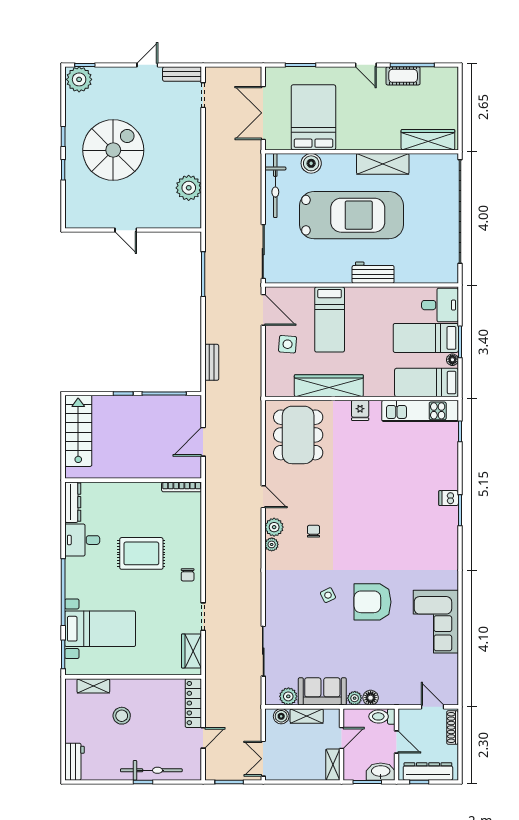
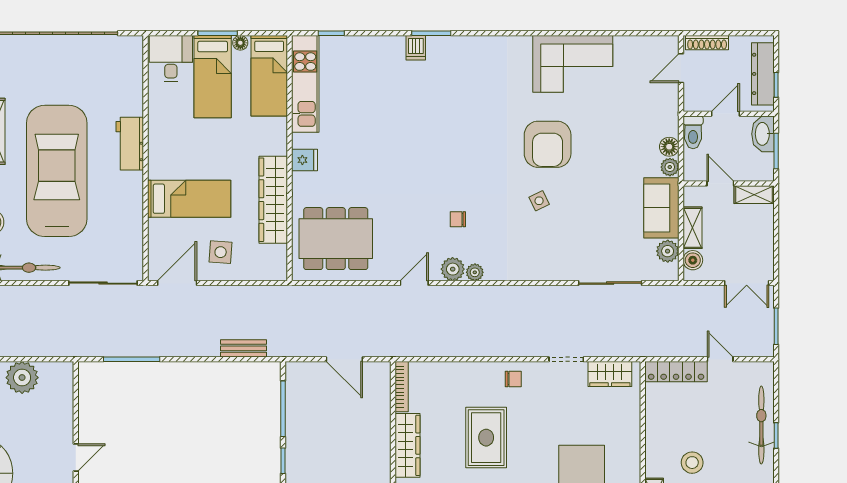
wardrobe: (135, 492) -> (408, 445), added

